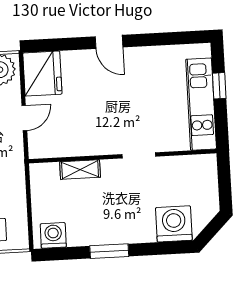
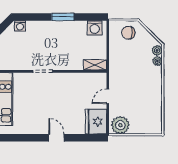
shelving: (80, 170) -> (95, 65), moved
washing machine: (174, 224) -> (20, 26), width x0.53, depth x0.53

